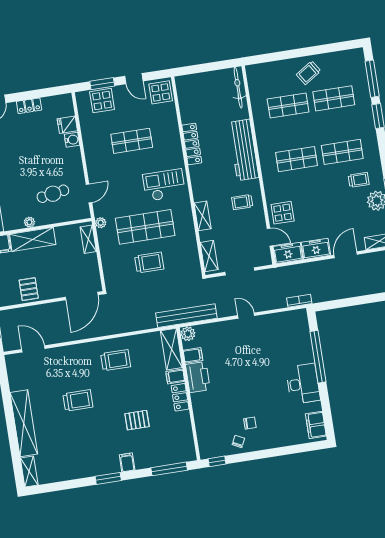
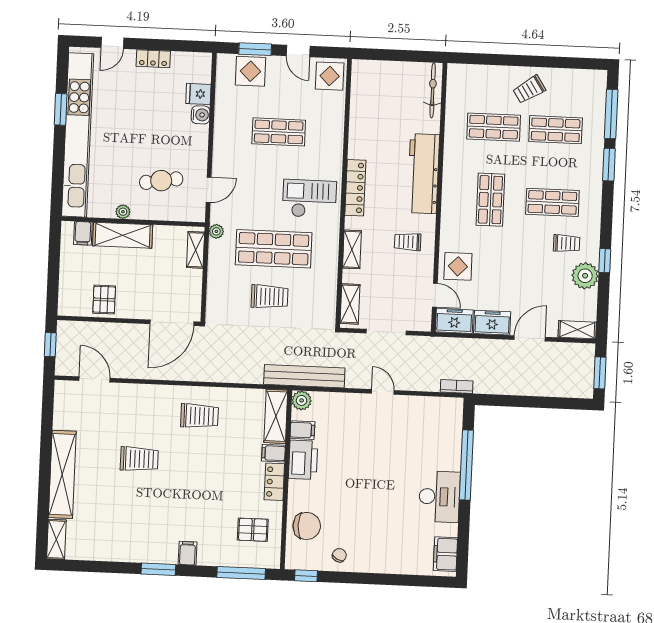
locker: (192, 144) -> (355, 188), moved
shop shelf: (296, 159) -> (490, 200), turned 90
pallet: (137, 420) -> (253, 530), moved
chair: (250, 423) -> (307, 526), moved, width x1.87, depth x1.87

